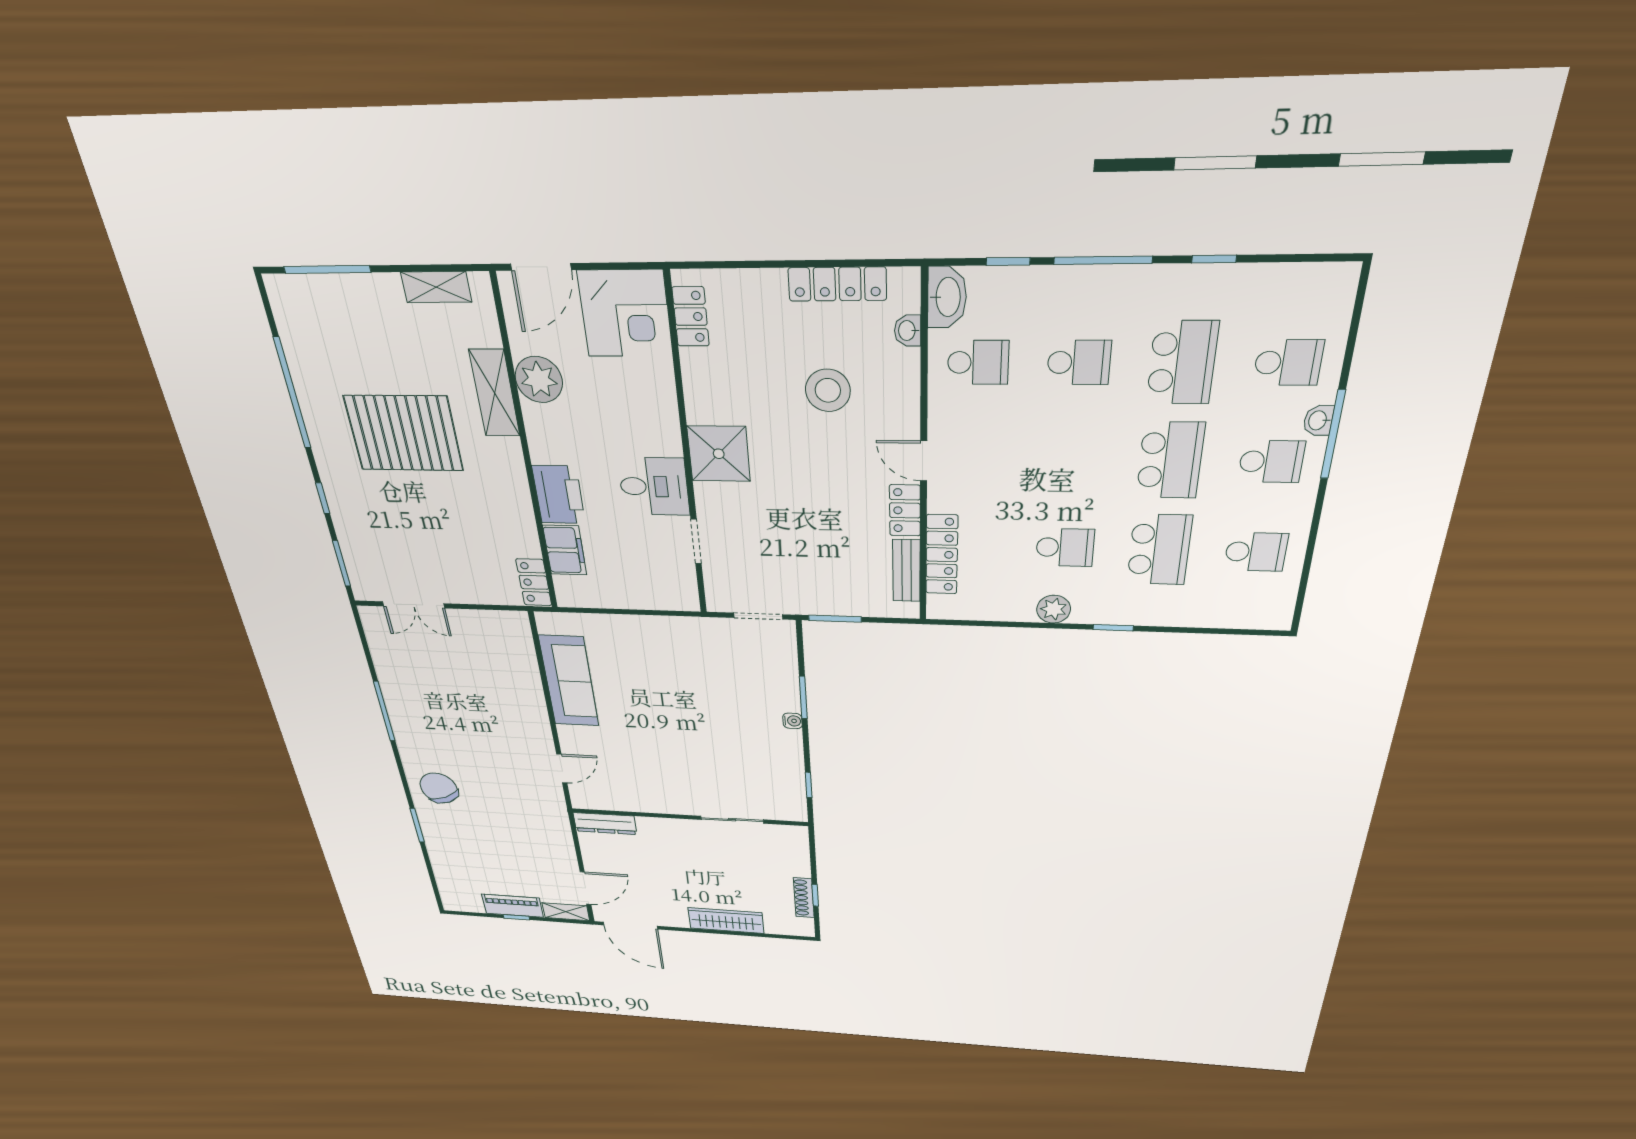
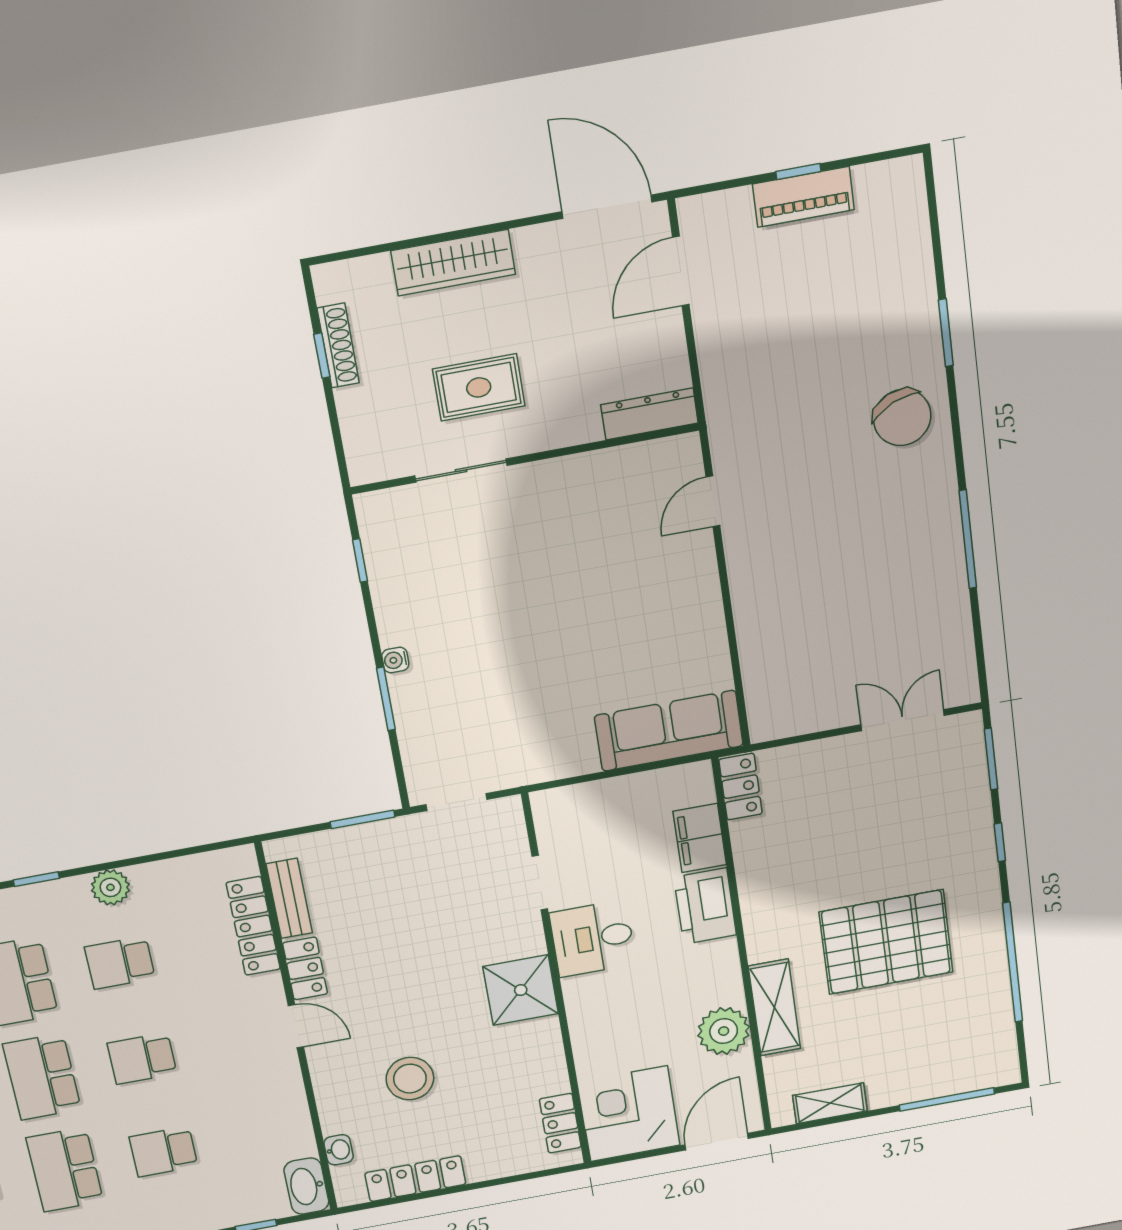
school desk: (978, 362) -> (142, 1058), moved
sofa: (569, 681) -> (669, 731), moved, turned 90
rug: (716, 859) -> (479, 387), added
shelving: (566, 912) -> (714, 208), removed

